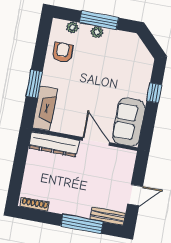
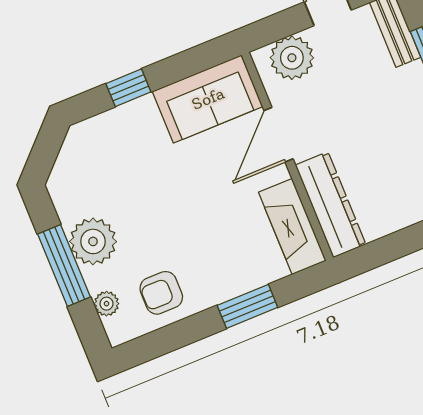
plant: (97, 32) -> (93, 241), width x1.88, depth x1.88
fireplace: (45, 108) -> (292, 226), moved, turned -90
plant: (123, 167) -> (292, 58), added

